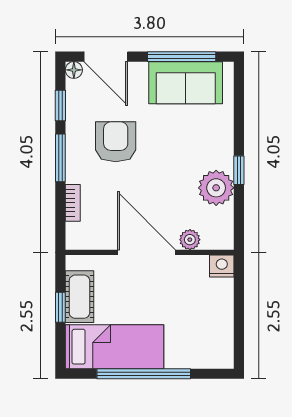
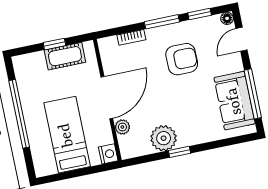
door: (106, 57) -> (241, 39), width x0.73
bed: (114, 347) -> (67, 135), moved, turned 180

